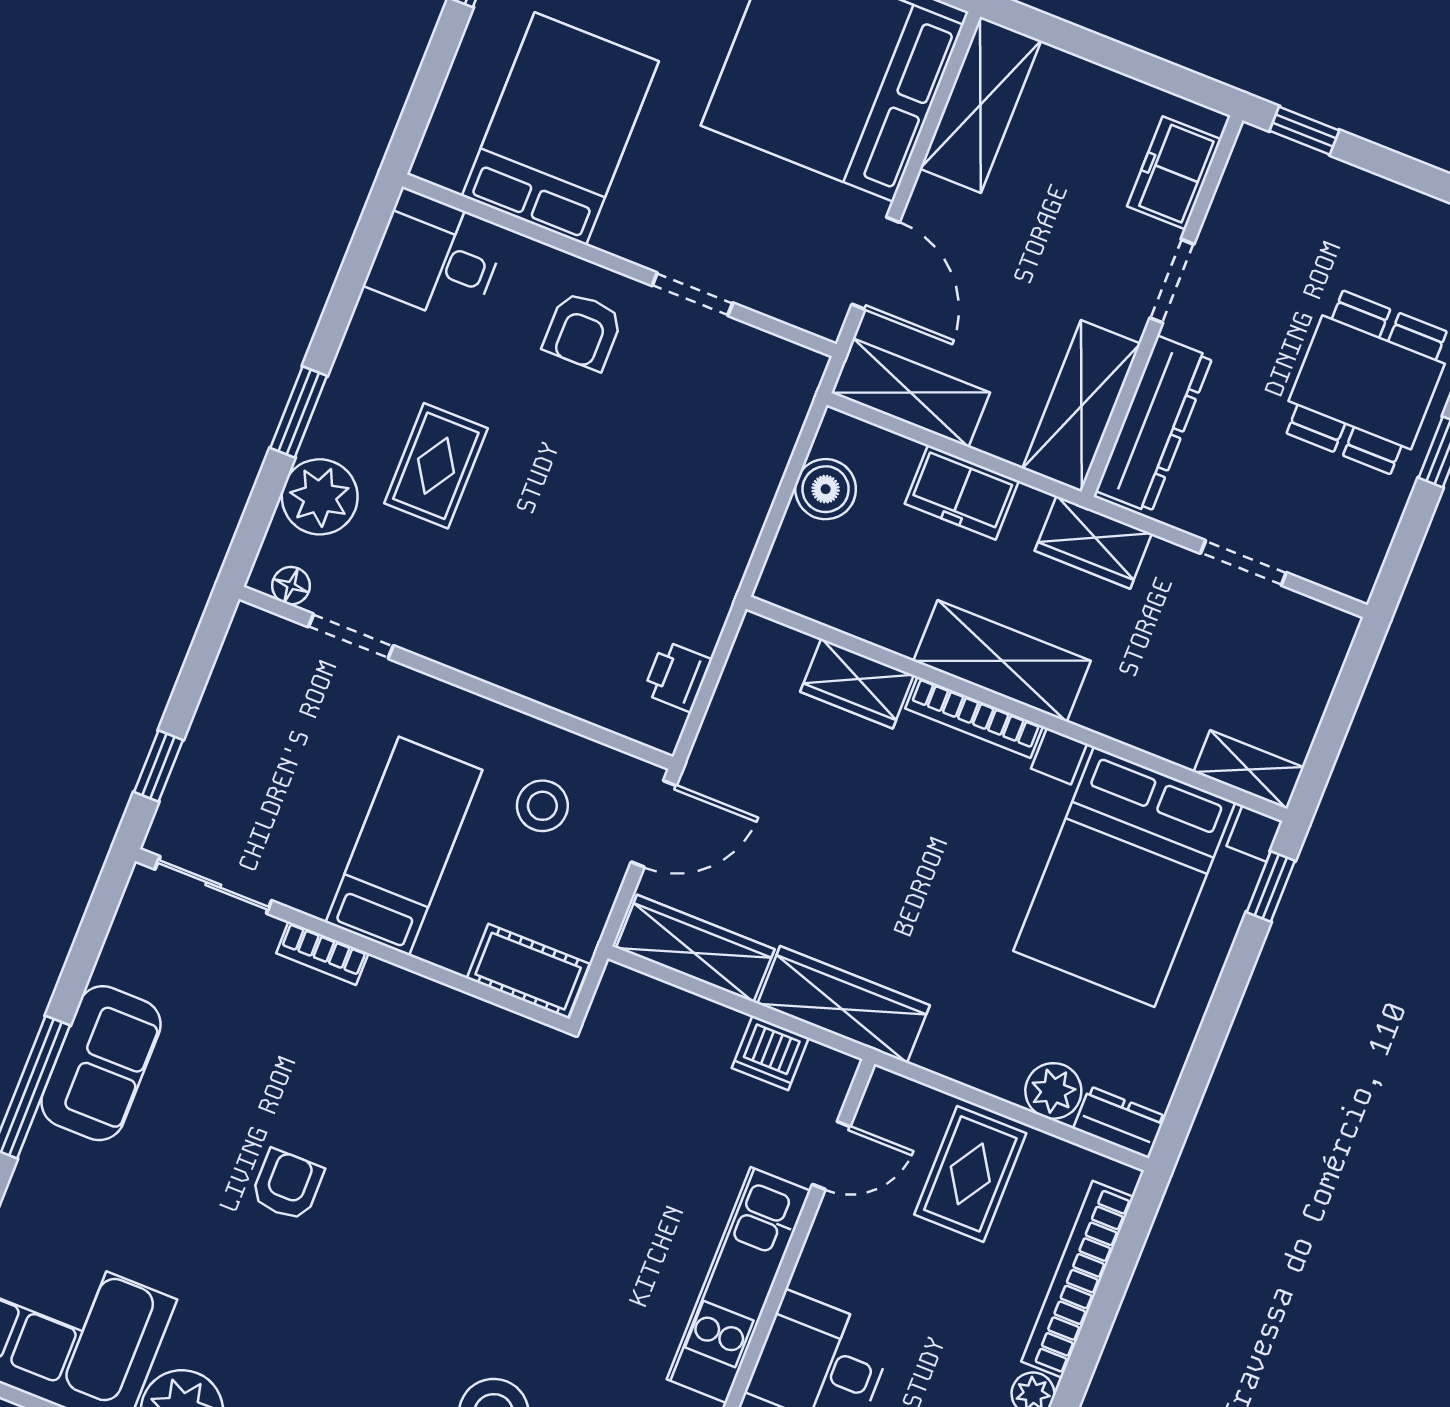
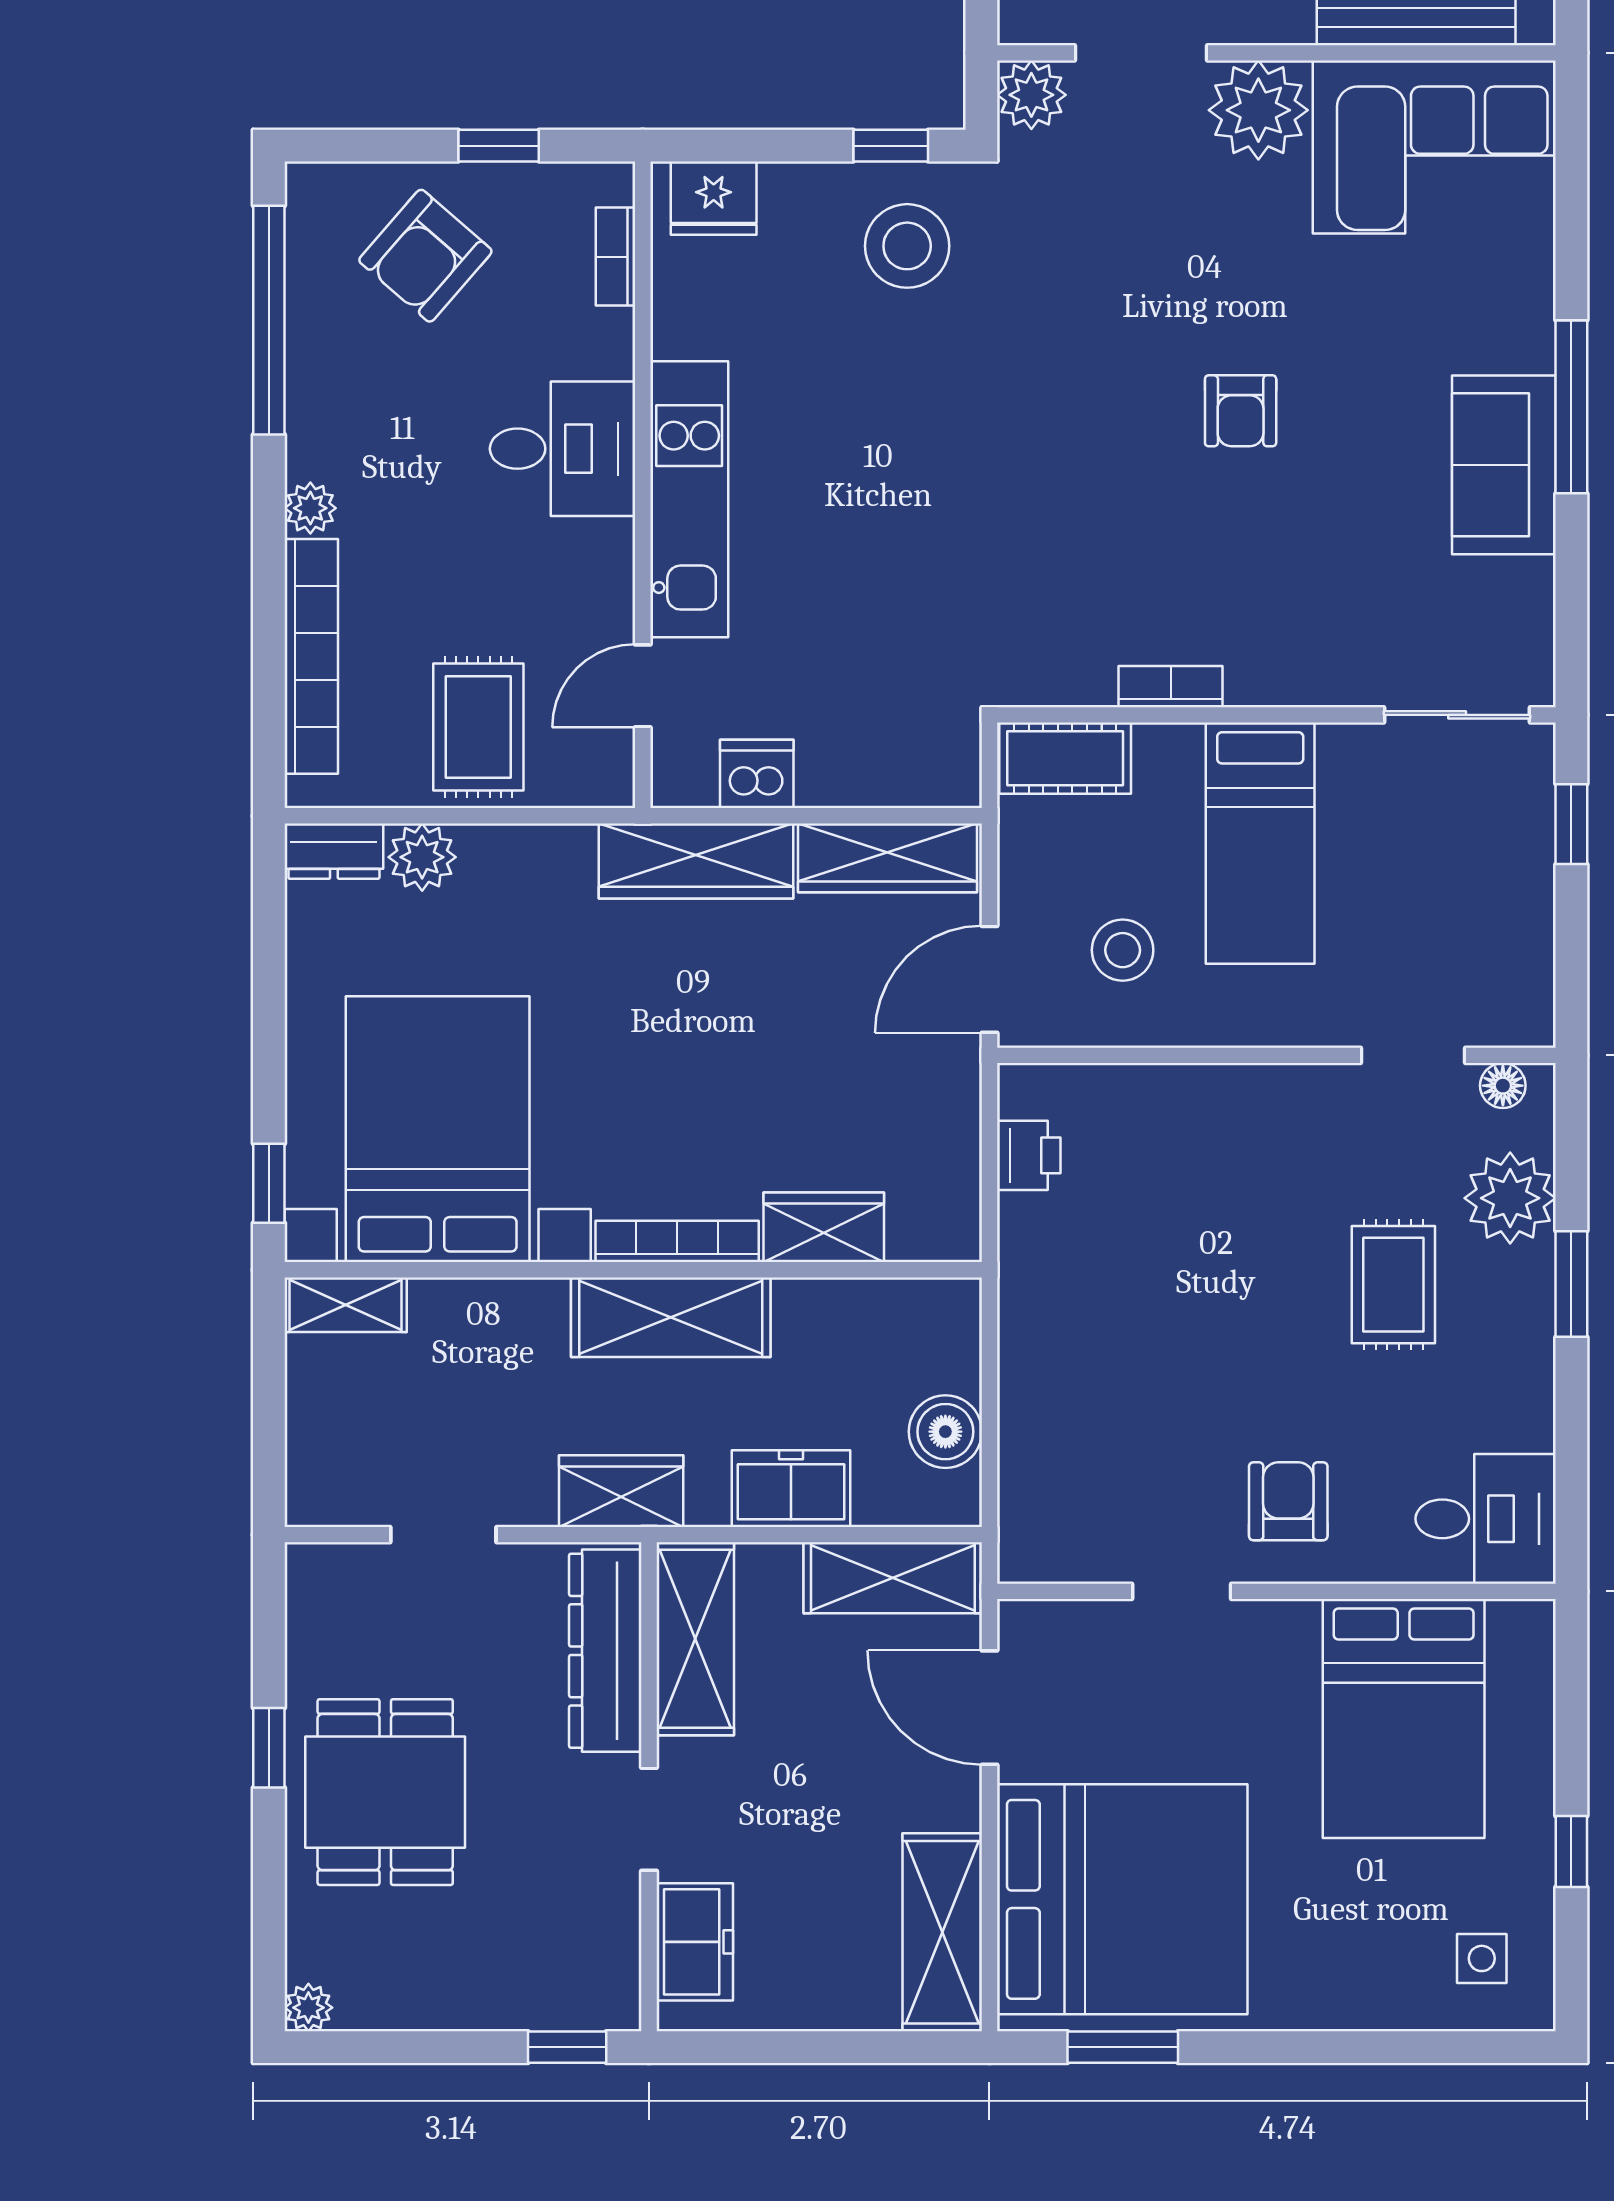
bookcase: (322, 953) -> (1171, 687), moved

